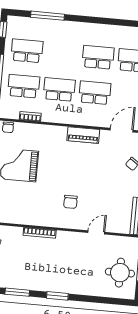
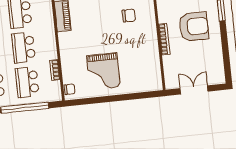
armchair: (46, 265) -> (194, 27), added
window: (17, 292) -> (225, 49), removed

